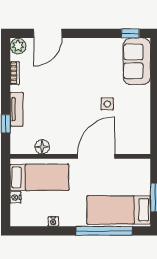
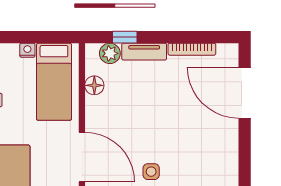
door: (48, 33) -> (245, 93), width x1.36
plant: (18, 46) -> (110, 53), moved
bookcase: (15, 73) -> (192, 49), width x1.56

